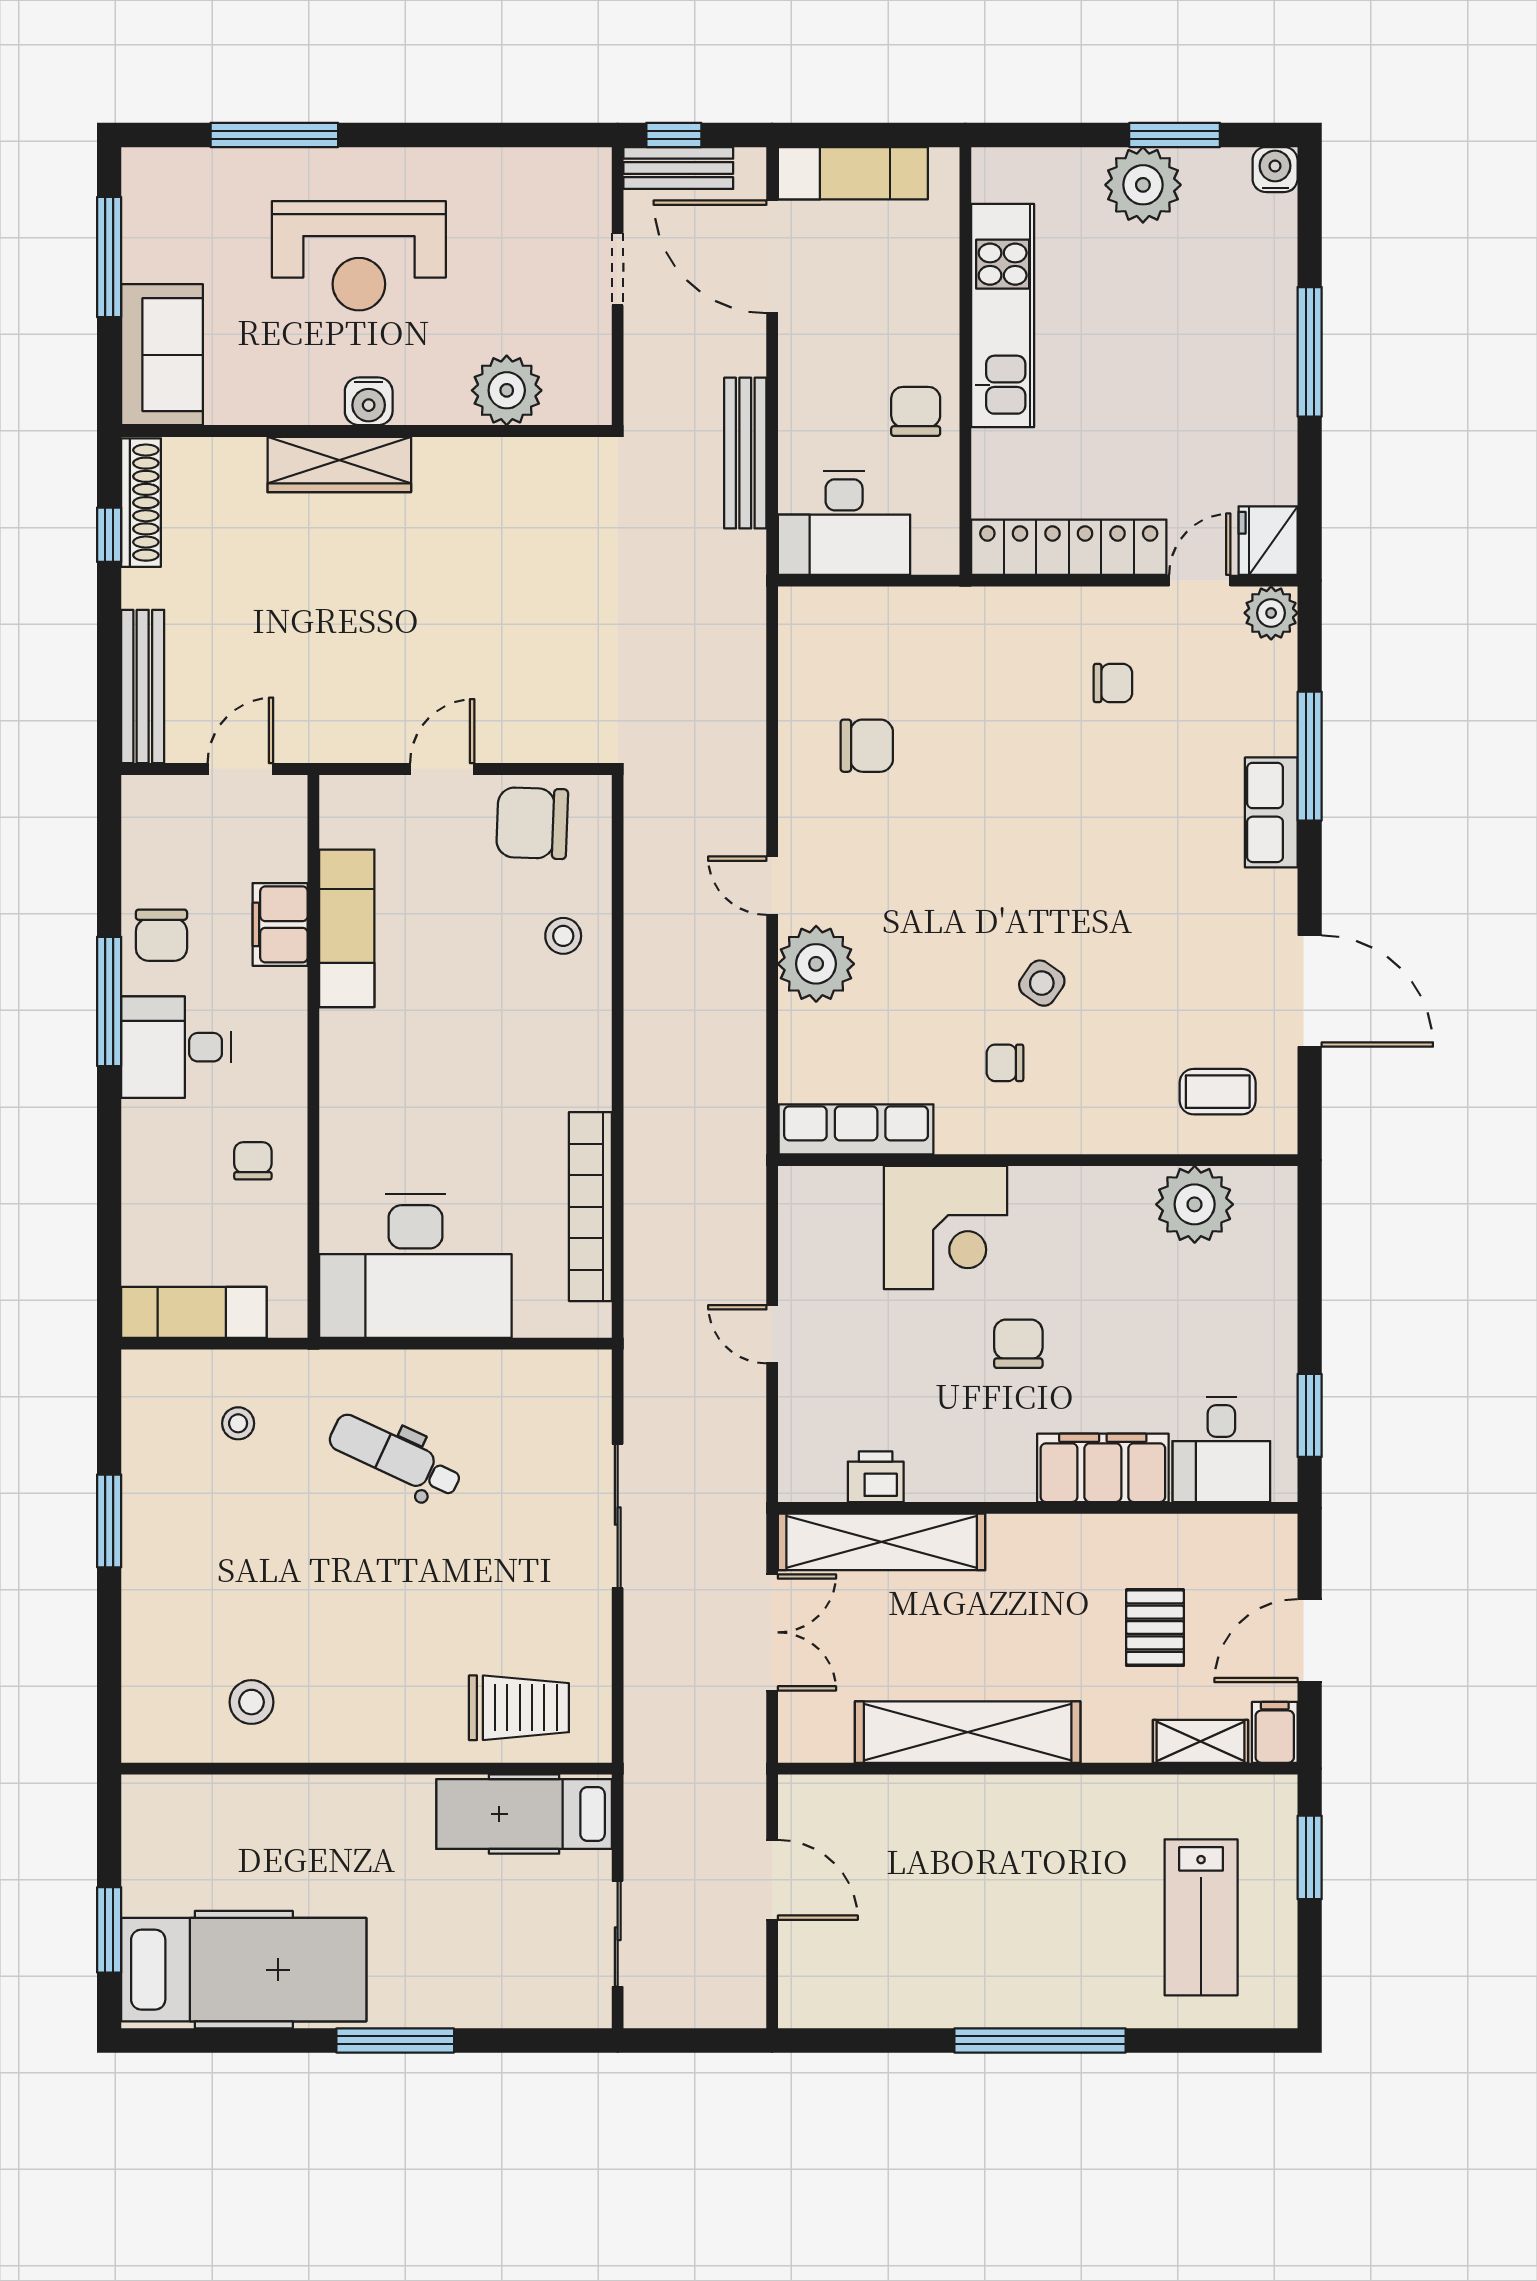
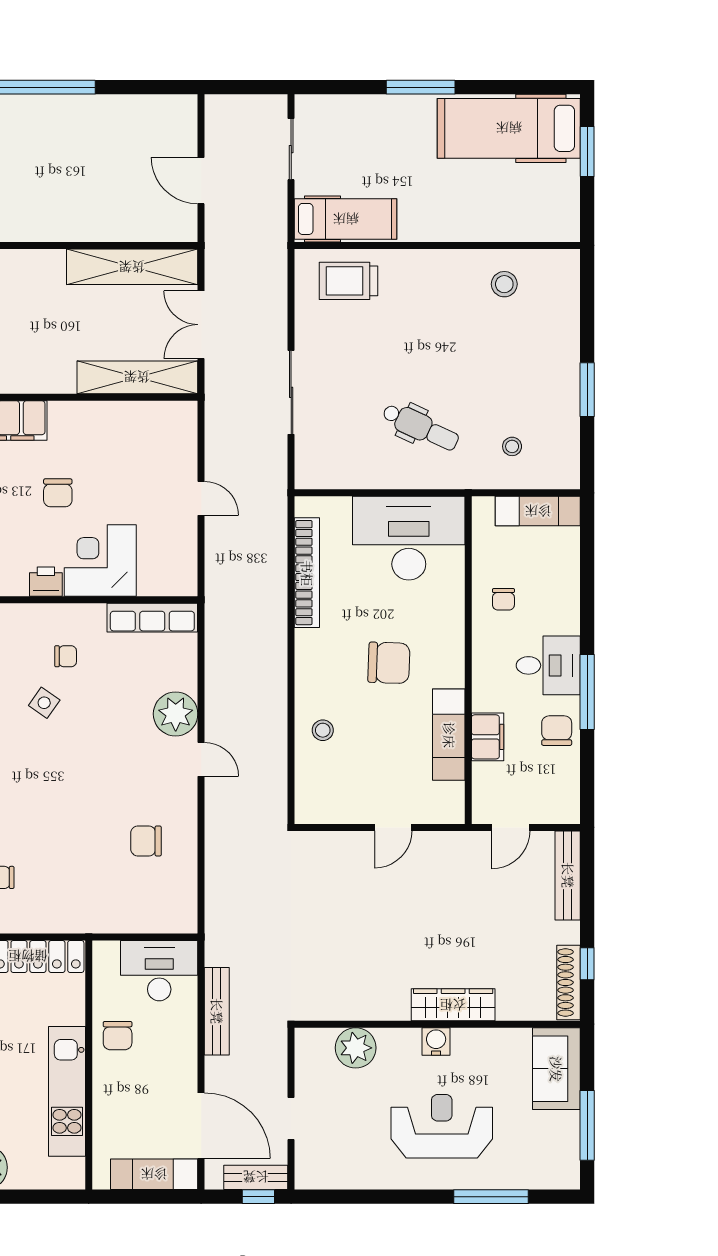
chair: (532, 823) -> (389, 663), moved
printer: (876, 1477) -> (46, 582), moved, turned 180
shelving: (968, 1732) -> (132, 267), moved

